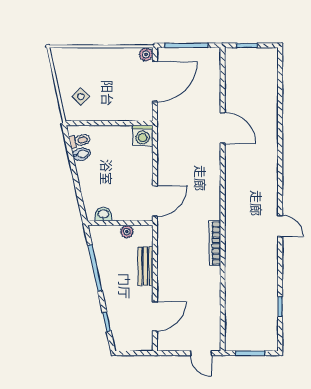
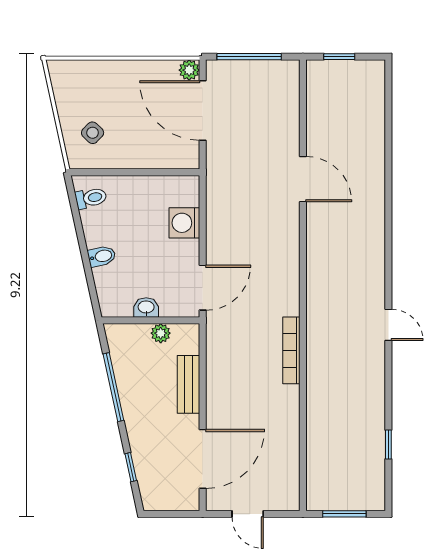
door: (155, 82) -> (203, 110), swing flipped
washing machine: (143, 135) -> (184, 223), moved, turned 90
bidet: (81, 154) -> (102, 256), moved
washbasin: (103, 214) -> (146, 308), moved
door: (155, 316) -> (203, 459), width x1.36
door: (201, 353) -> (248, 514), moved

